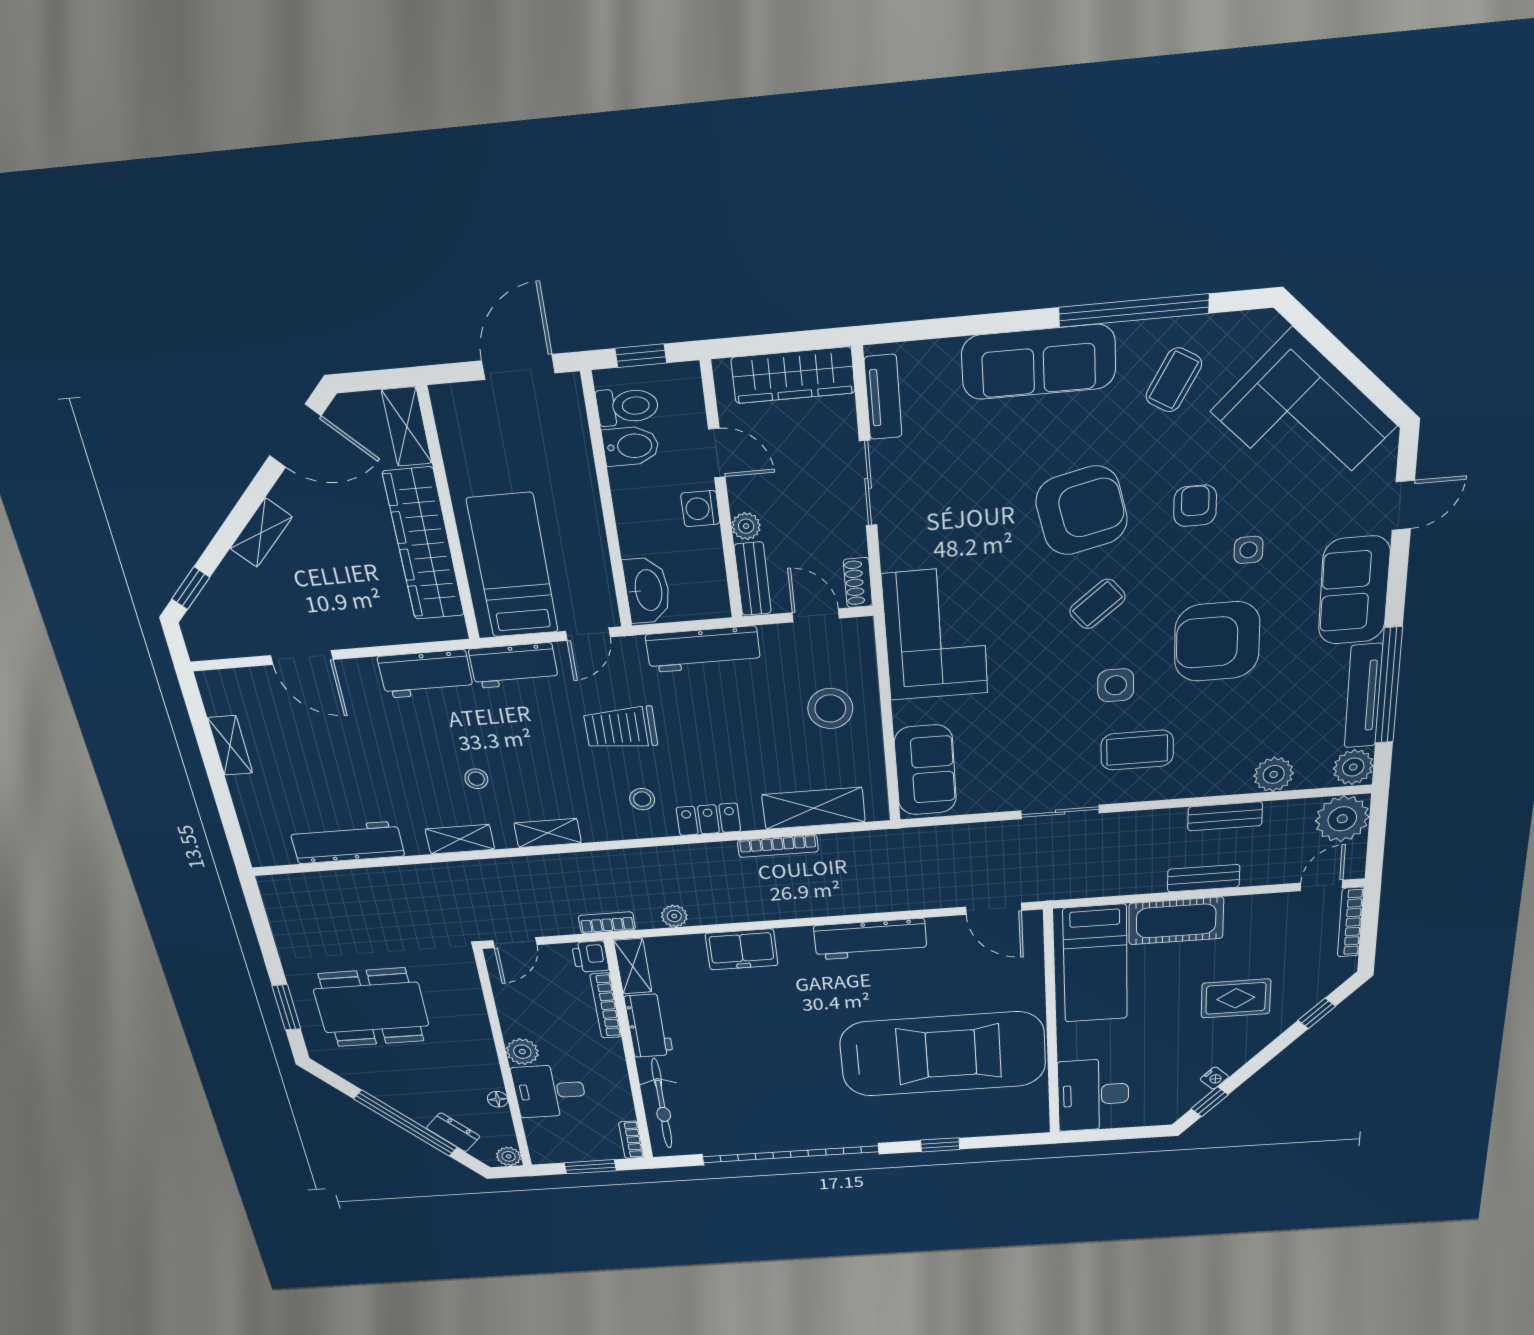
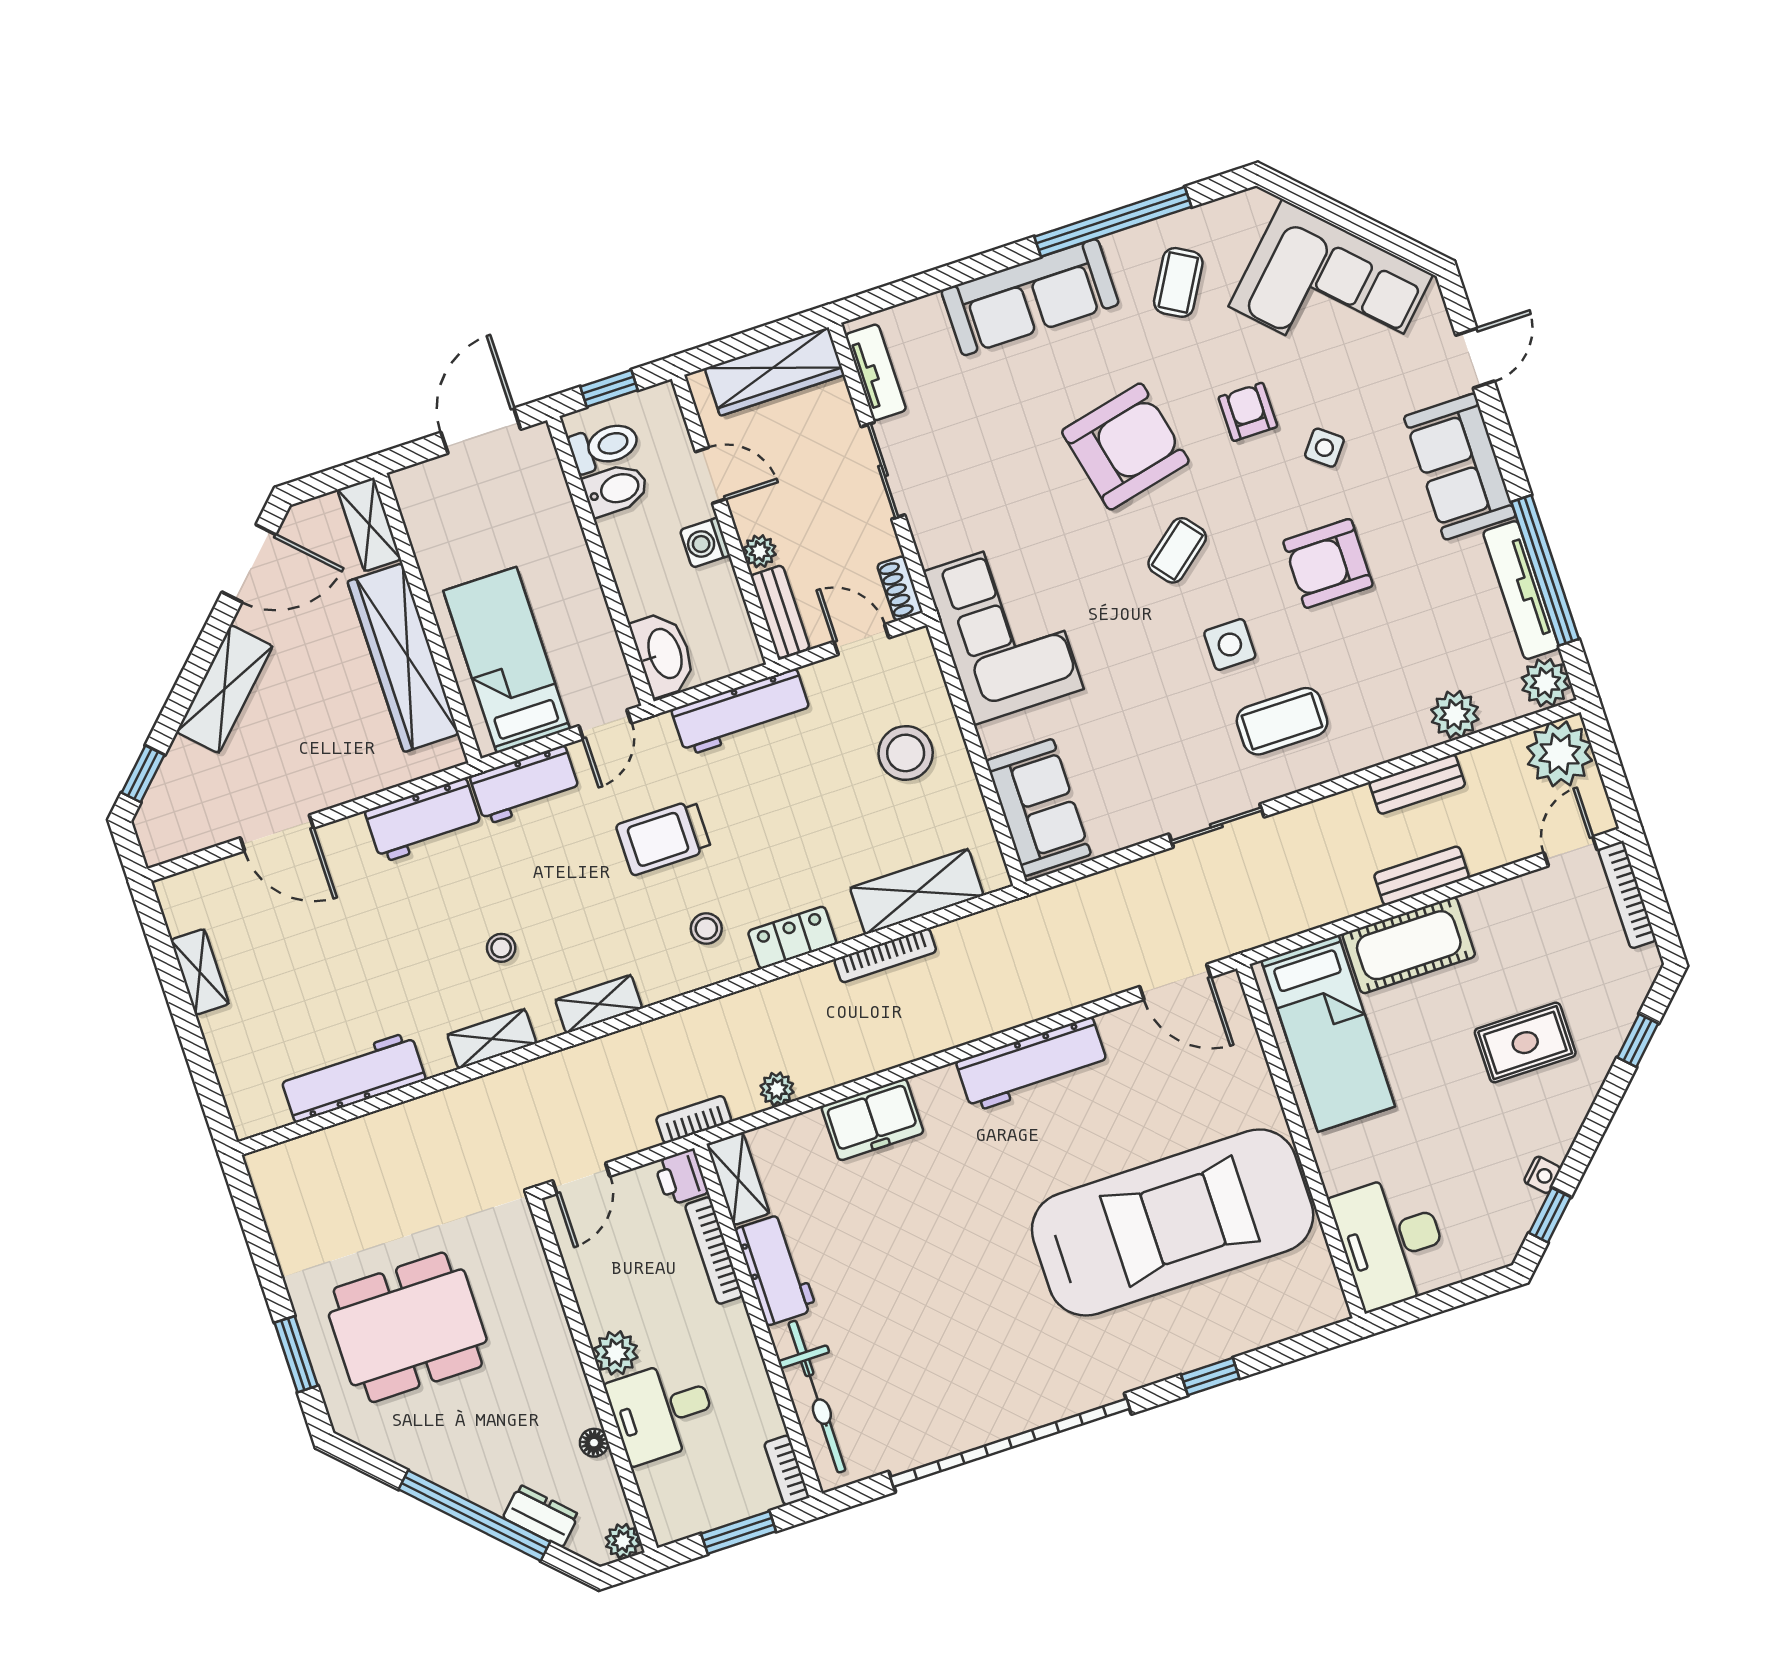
shelving: (261, 533) -> (225, 689), width x1.50, depth x1.33
side table: (1249, 550) -> (1324, 448), turned 38
armchair: (1217, 642) -> (1328, 563), width x0.73, depth x0.73

